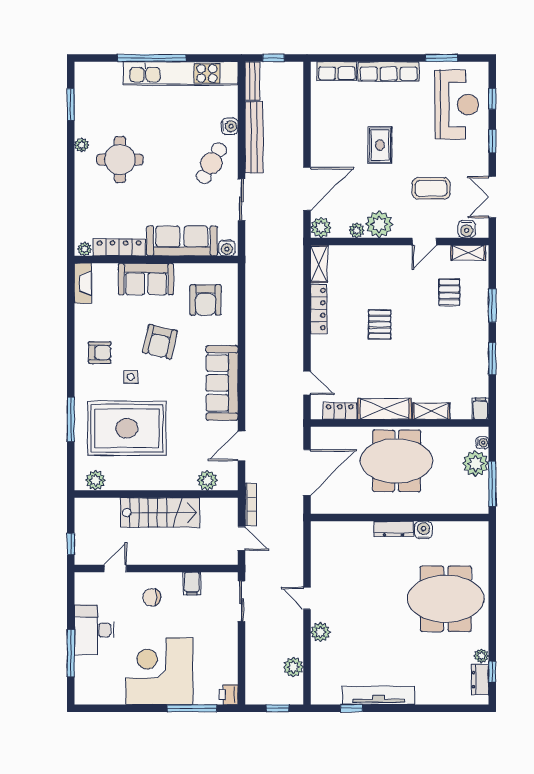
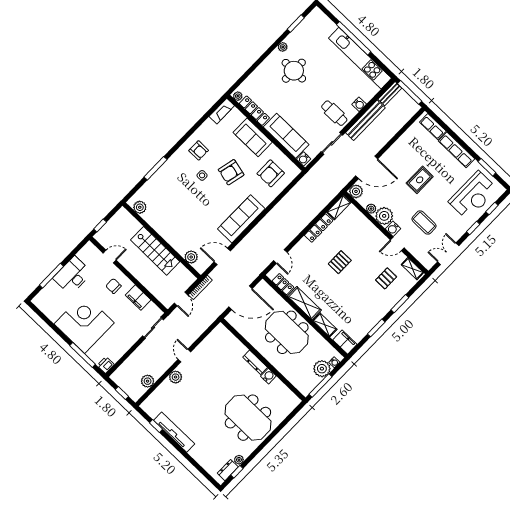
window: (274, 58) -> (410, 92), width x2.17
cafe table: (211, 163) -> (334, 113), turned 61
water cooler: (467, 229) -> (393, 229), moved
filing cabinet: (480, 409) -> (345, 342), width x2.00
rug: (127, 428) -> (177, 197), removed
filing cabinet: (192, 583) -> (138, 298), width x2.00

